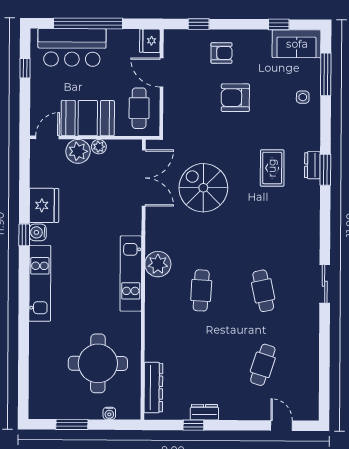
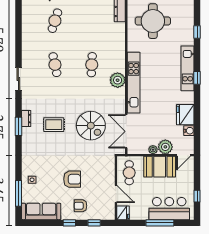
window: (88, 23) -> (160, 223), width x0.68
window: (279, 24) -> (69, 223), moved
sofa: (297, 44) -> (41, 211), width x1.36
dresser: (312, 165) -> (26, 119), moved
rug: (272, 168) -> (54, 125), moved, turned 90
window: (325, 170) -> (18, 126), moved
water cooler: (38, 232) -> (189, 131), moved
window: (24, 235) -> (197, 78), moved
kitchen unit: (131, 274) -> (134, 83), width x1.36
sliding door: (325, 284) -> (18, 79), moved
window: (24, 344) -> (197, 32), added

